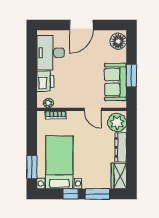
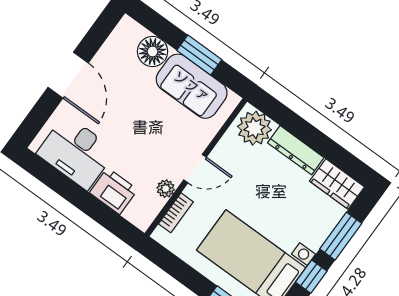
floor lamp: (118, 41) -> (153, 52), moved
plant: (48, 103) -> (166, 189), moved
door: (93, 109) -> (195, 169), moved

